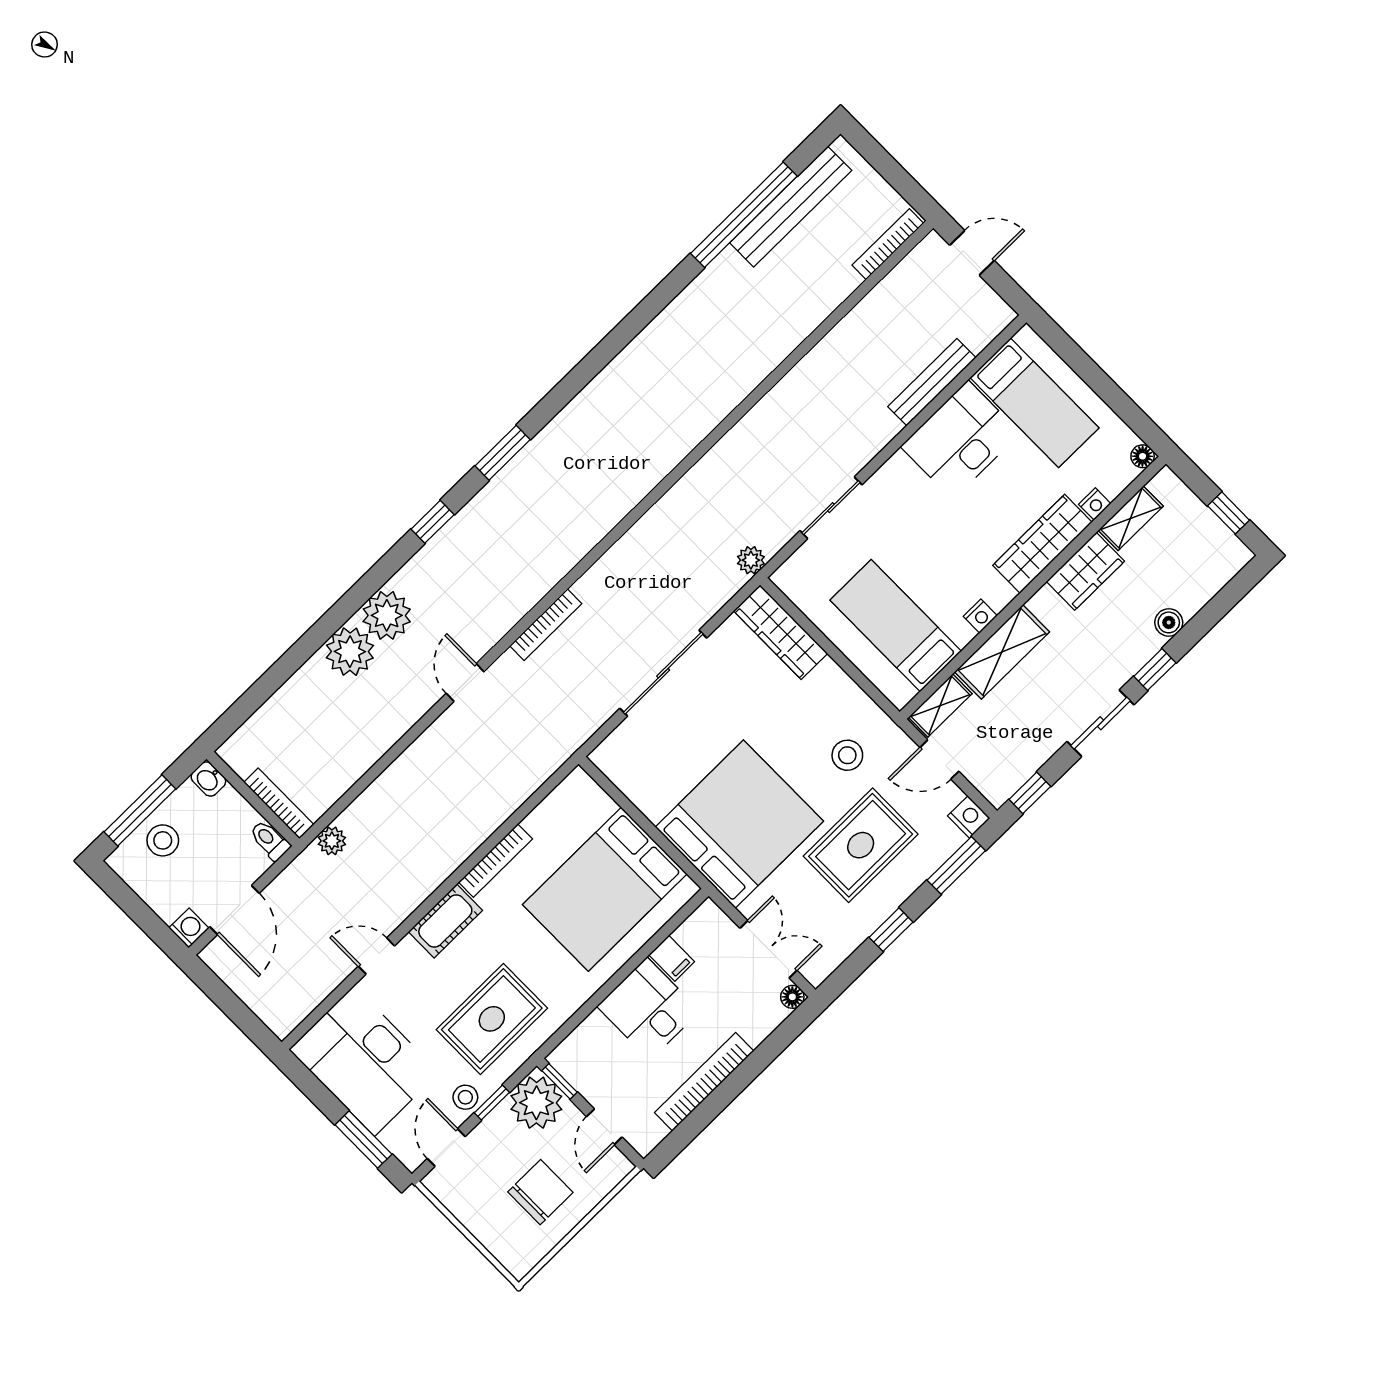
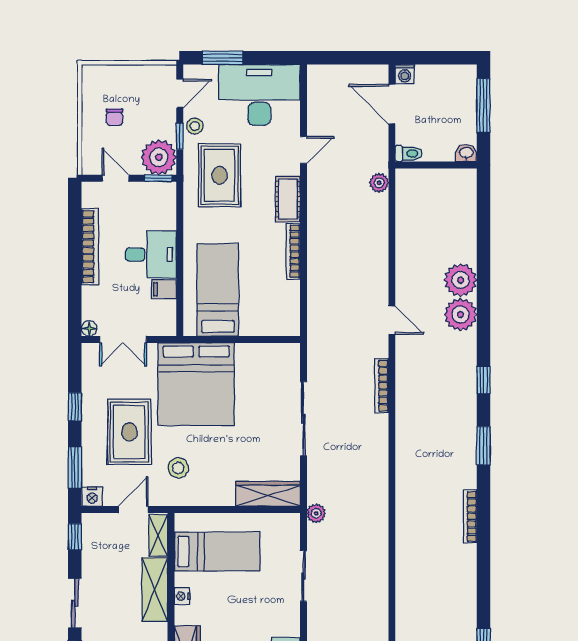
bookcase: (279, 803) -> (470, 517), moved, turned 90
stool: (163, 840) -> (459, 103), removed
bed: (605, 889) -> (218, 290), width x0.67
door: (446, 1147) -> (180, 93), hinge flipped
chair: (540, 1192) -> (114, 117), width x0.54, depth x0.54

